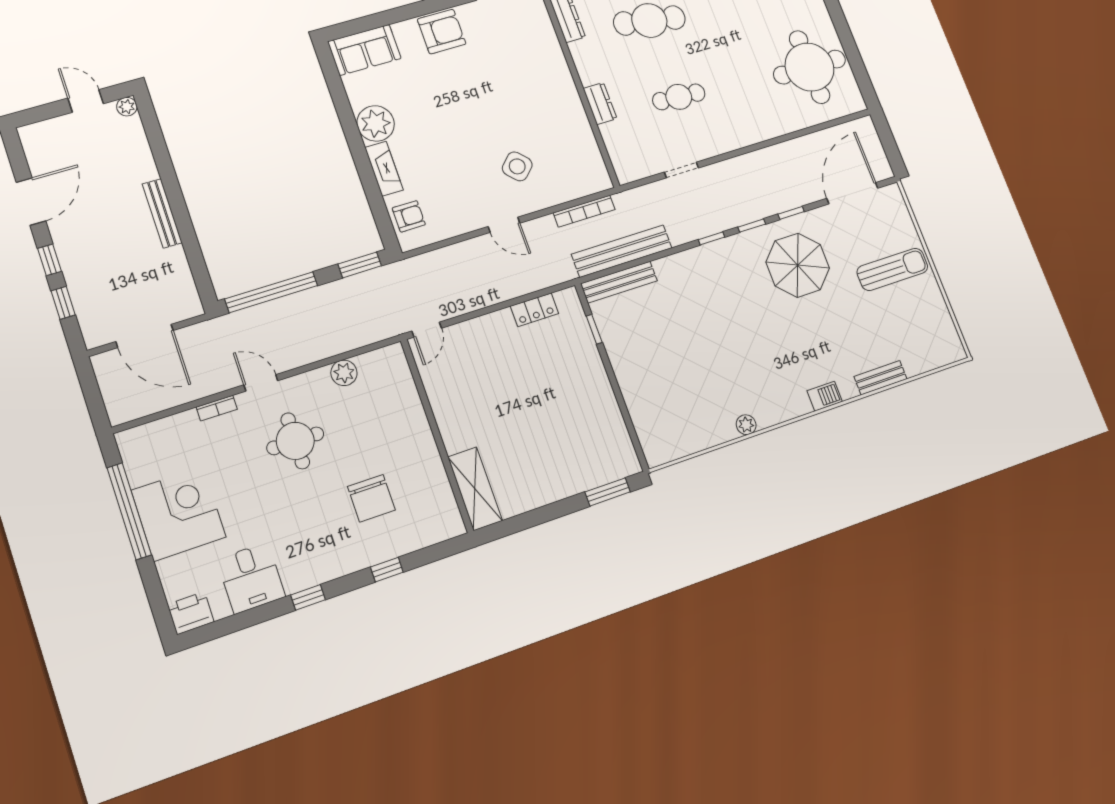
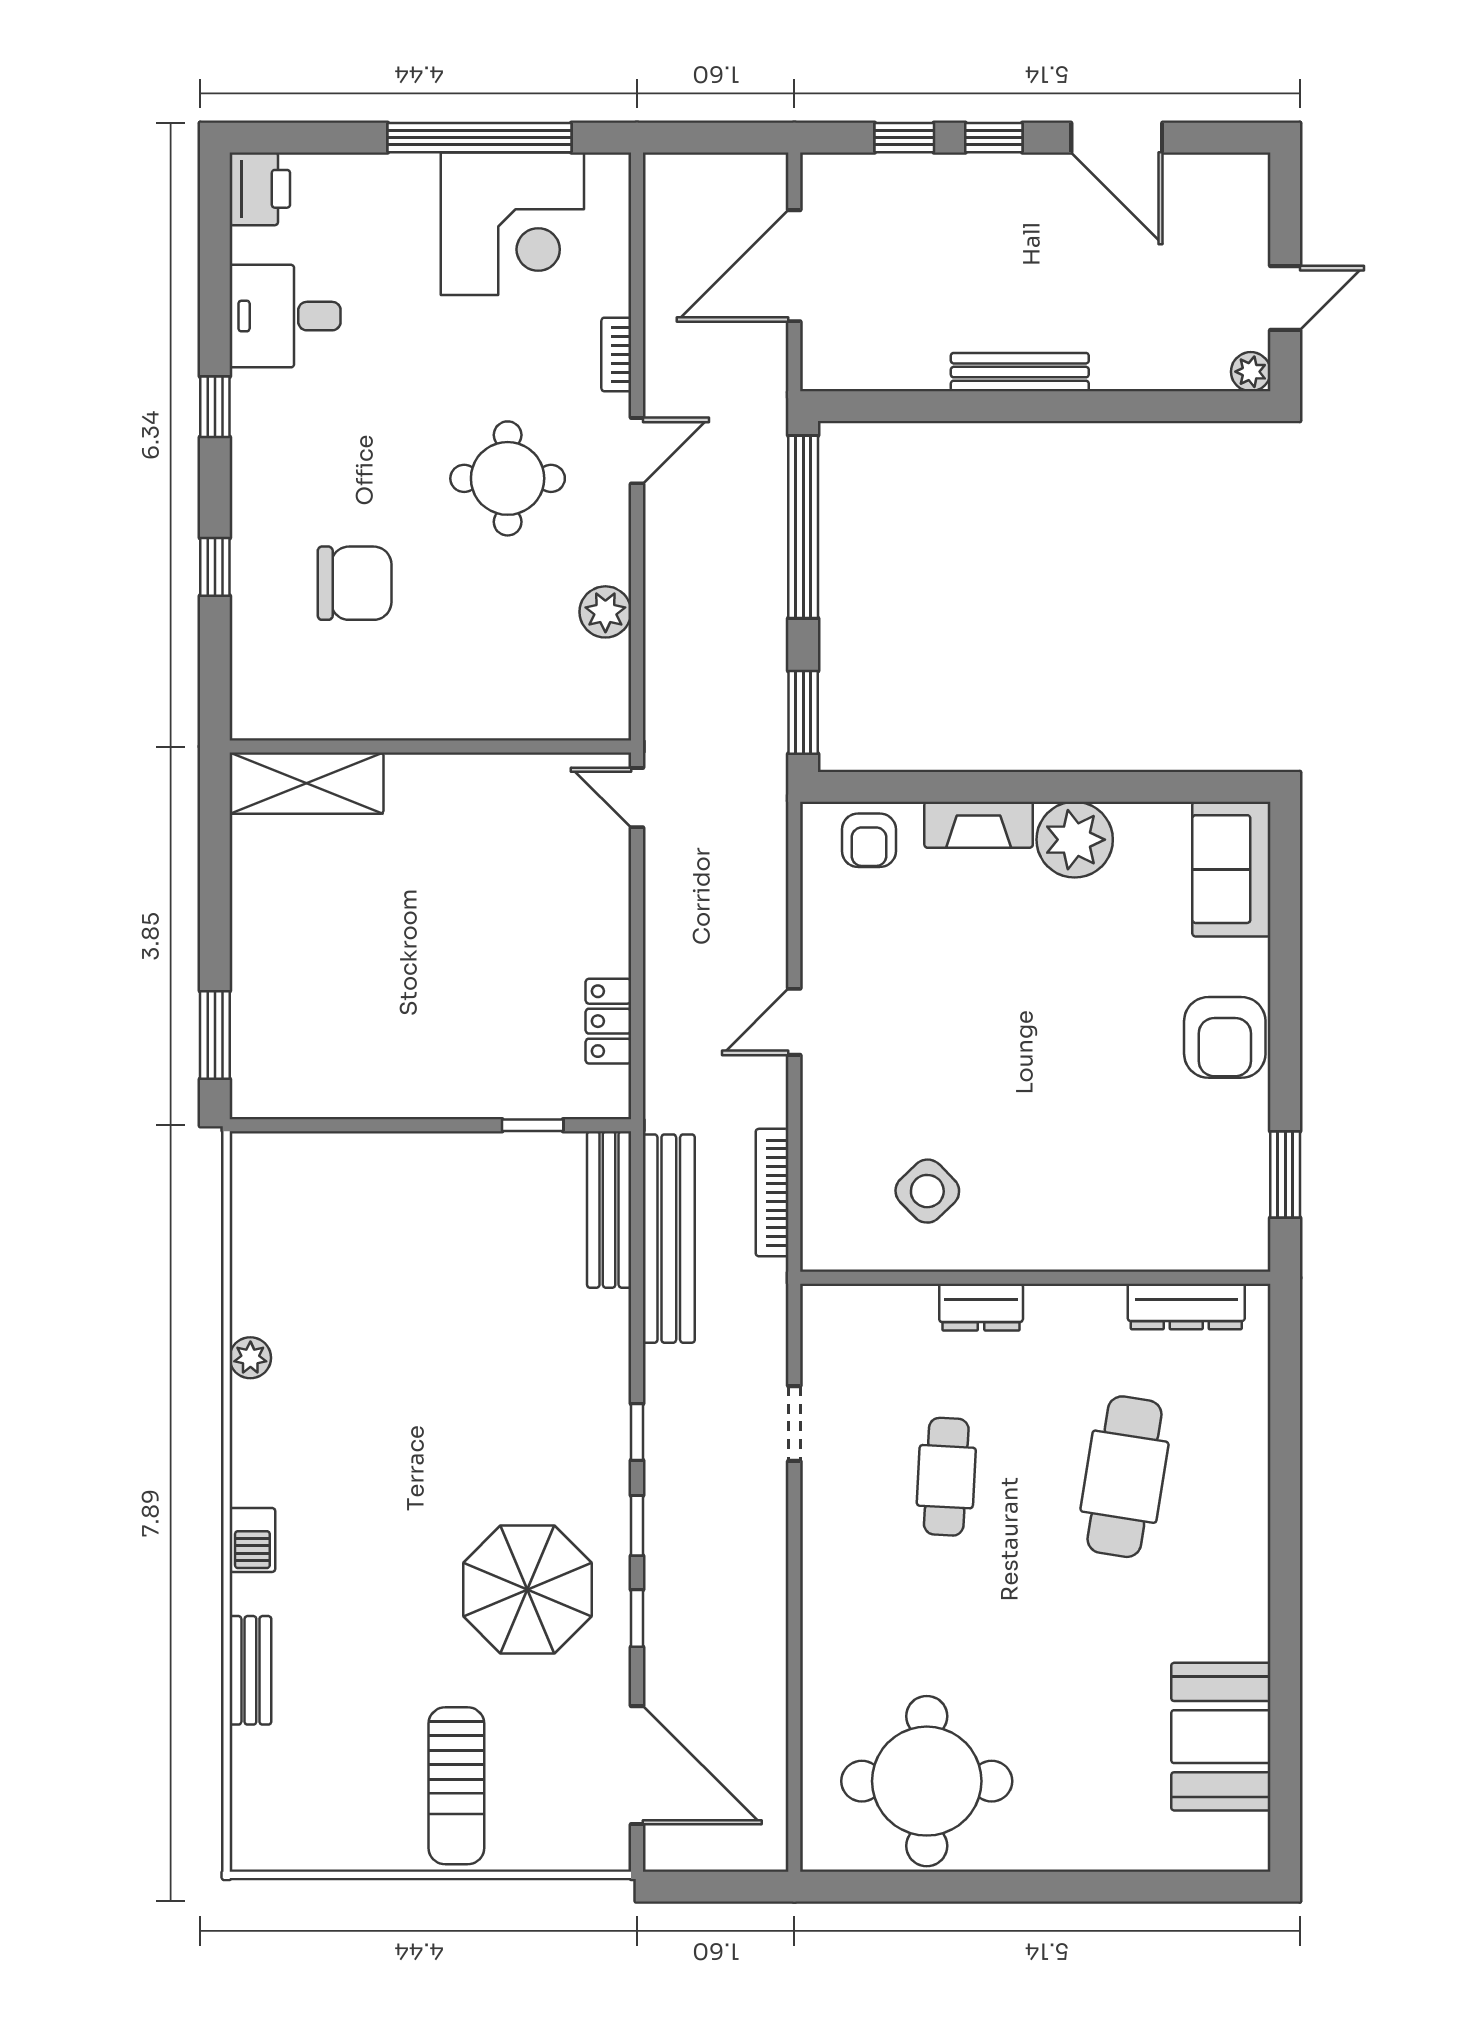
side table: (517, 166) -> (927, 1191), moved
chair: (371, 498) -> (355, 583), turned 180
corner desk: (179, 514) -> (512, 224), moved

